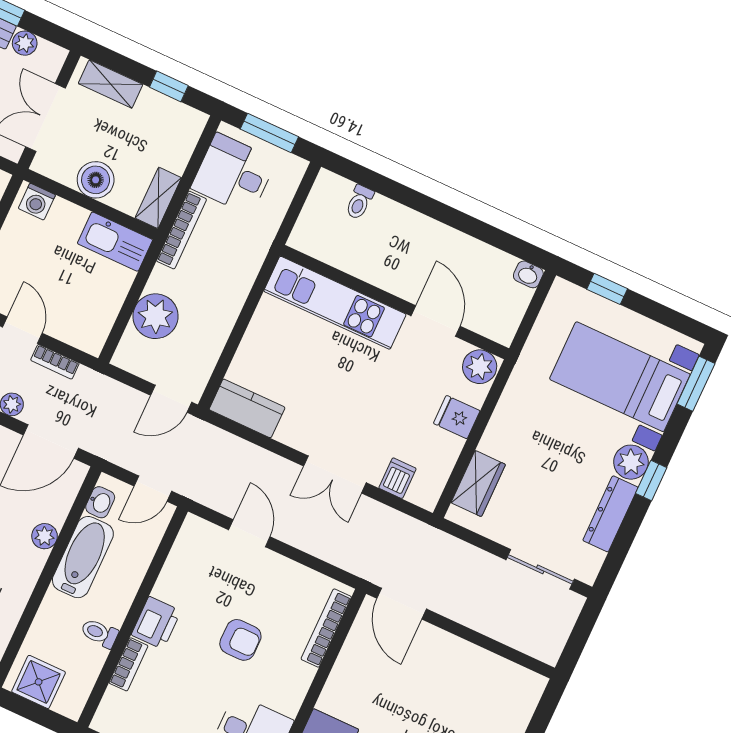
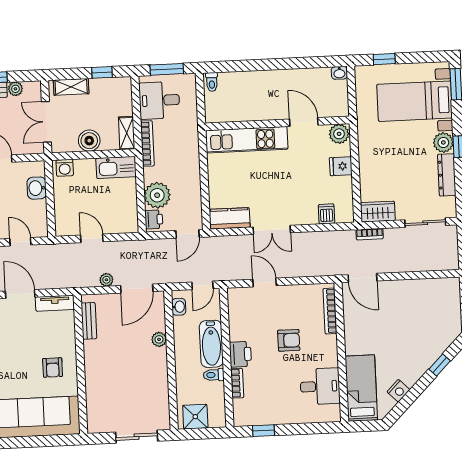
toilet: (359, 202) -> (212, 82), moved
printer: (131, 350) -> (154, 219), added
bookcase: (55, 362) -> (370, 234), moved
double door: (335, 474) -> (272, 230), moved
wardrobe: (478, 484) -> (378, 212), moved, turned -90
bathtub: (83, 557) -> (211, 344), moved, turned 180

